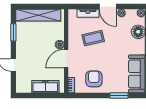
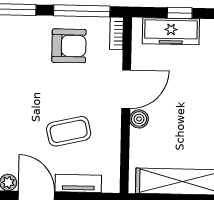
armchair: (94, 79) -> (69, 46), turned -90
window: (41, 96) -> (180, 13), added
window: (88, 96) -> (82, 11), added

